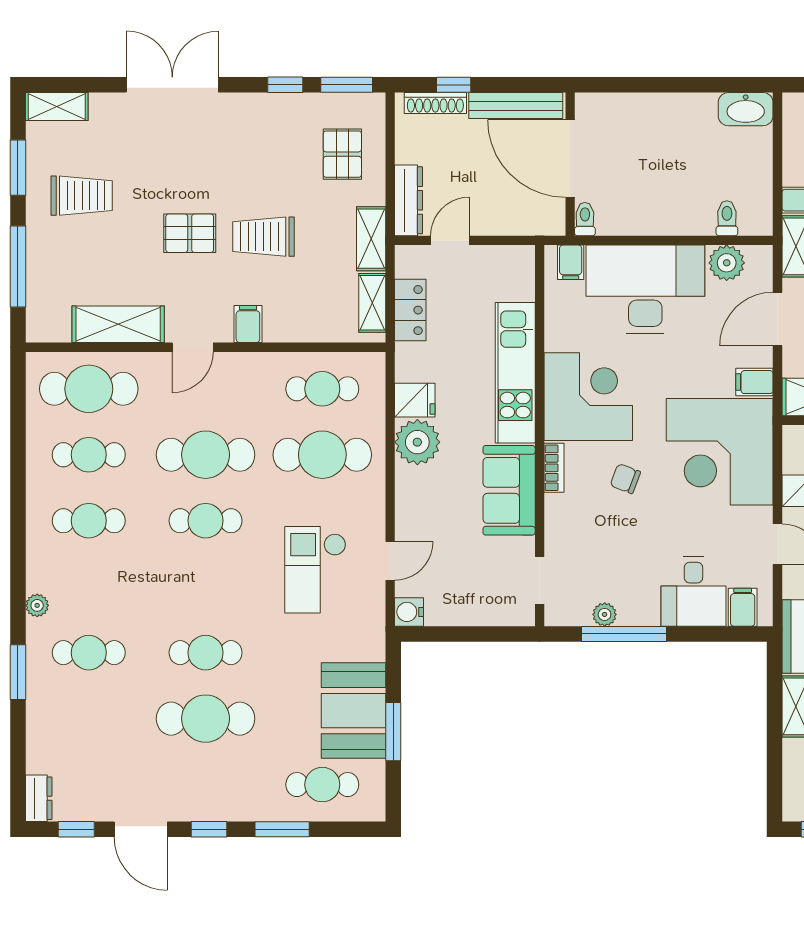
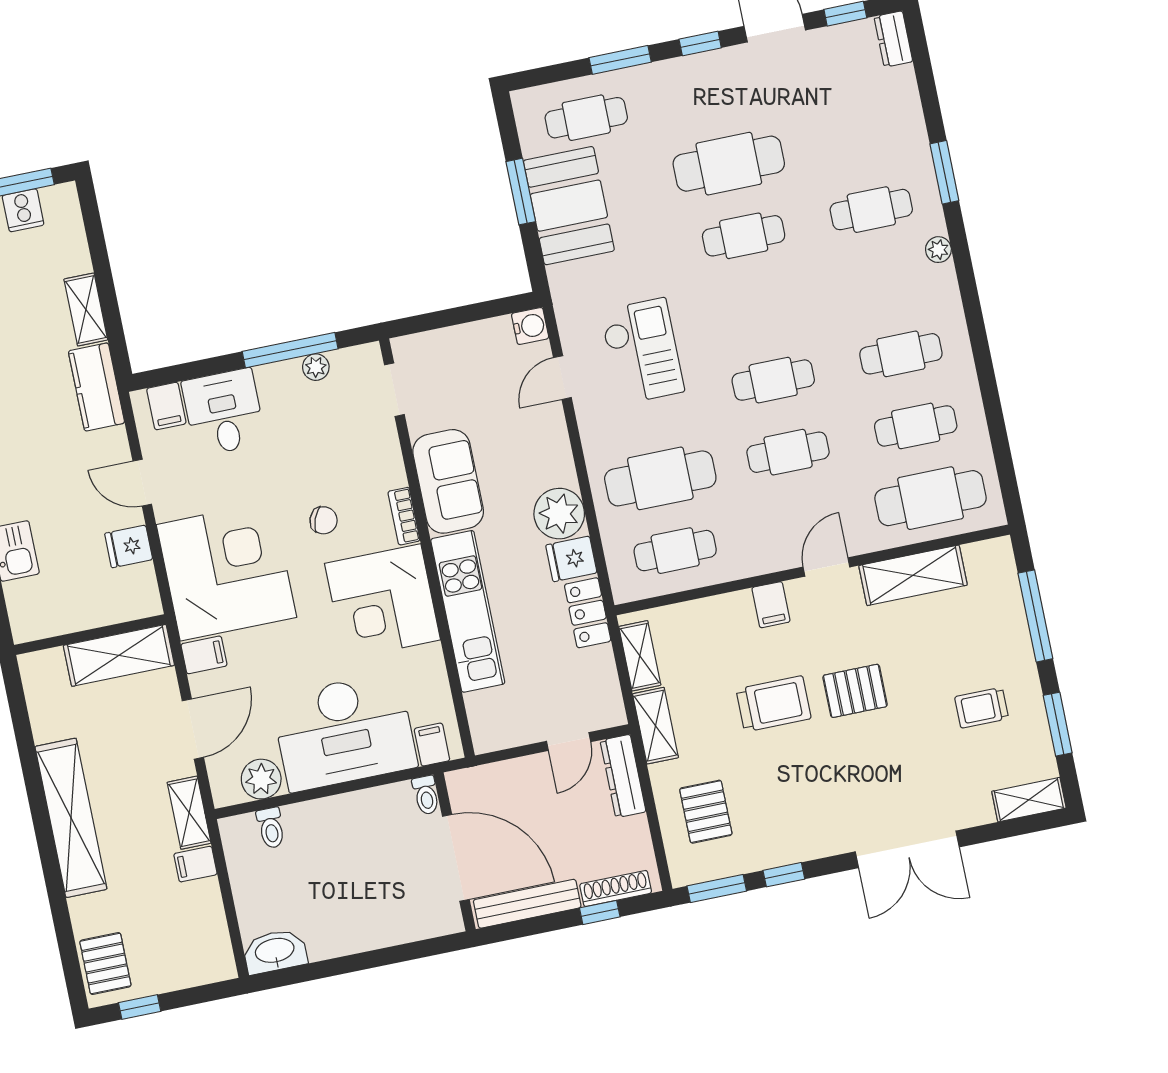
trolley: (82, 196) -> (982, 708), width x0.73, depth x0.72
locker: (410, 310) -> (588, 613), moved
cafe table: (206, 455) -> (788, 452), width x0.73, depth x0.74

